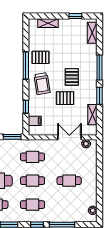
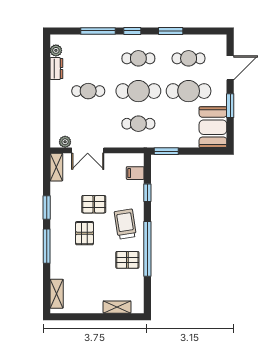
window: (75, 16) -> (80, 317), removed
window: (26, 65) -> (147, 249), width x1.46
shelving: (92, 115) -> (56, 167), moved
cafe table: (33, 181) -> (138, 91), width x1.37, depth x1.35
dresser: (92, 197) -> (56, 69), added

